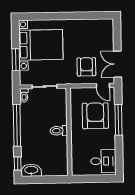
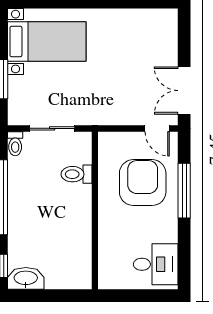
bed with nightstands: (41, 45) -> (47, 42), width x0.73
armchair: (86, 67) -> (128, 94), removed
toilet: (59, 131) -> (76, 174), moved

